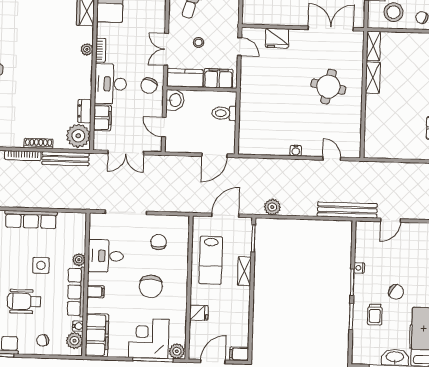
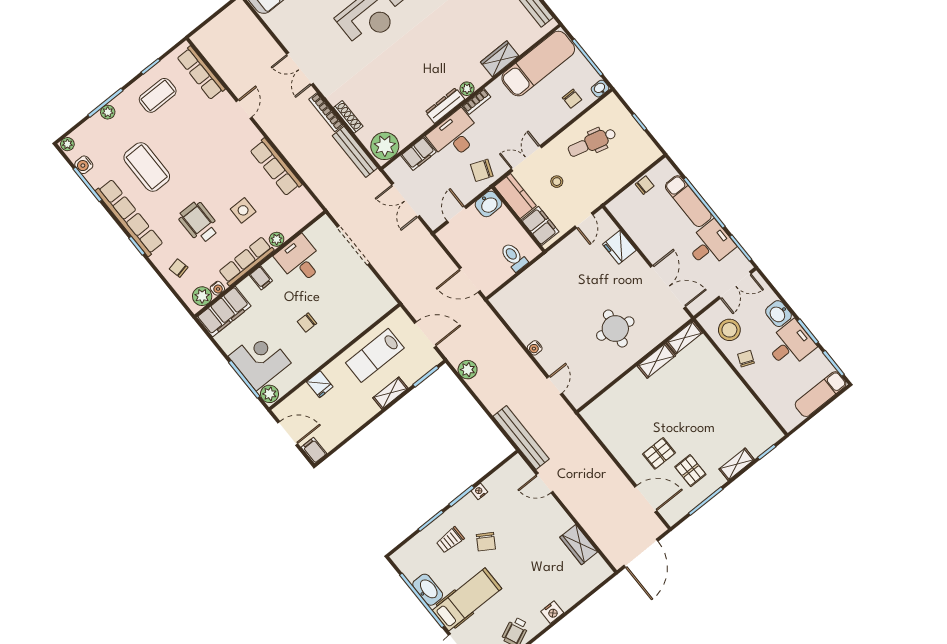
dresser: (84, 111) -> (445, 106), moved, width x1.44
chair: (159, 242) -> (352, 296), removed
chair: (151, 286) -> (307, 323), width x0.54, depth x0.54

